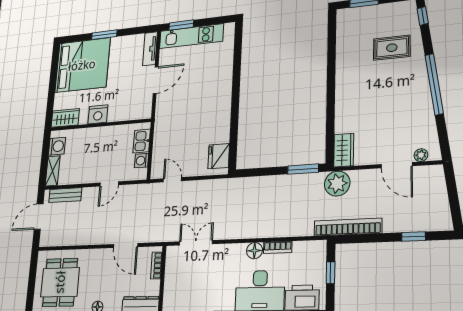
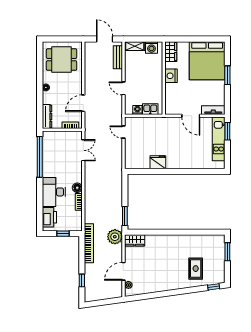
window: (434, 84) -> (170, 293), removed
fridge: (219, 156) -> (158, 162), moved
door: (172, 180) -> (123, 132), swing flipped

